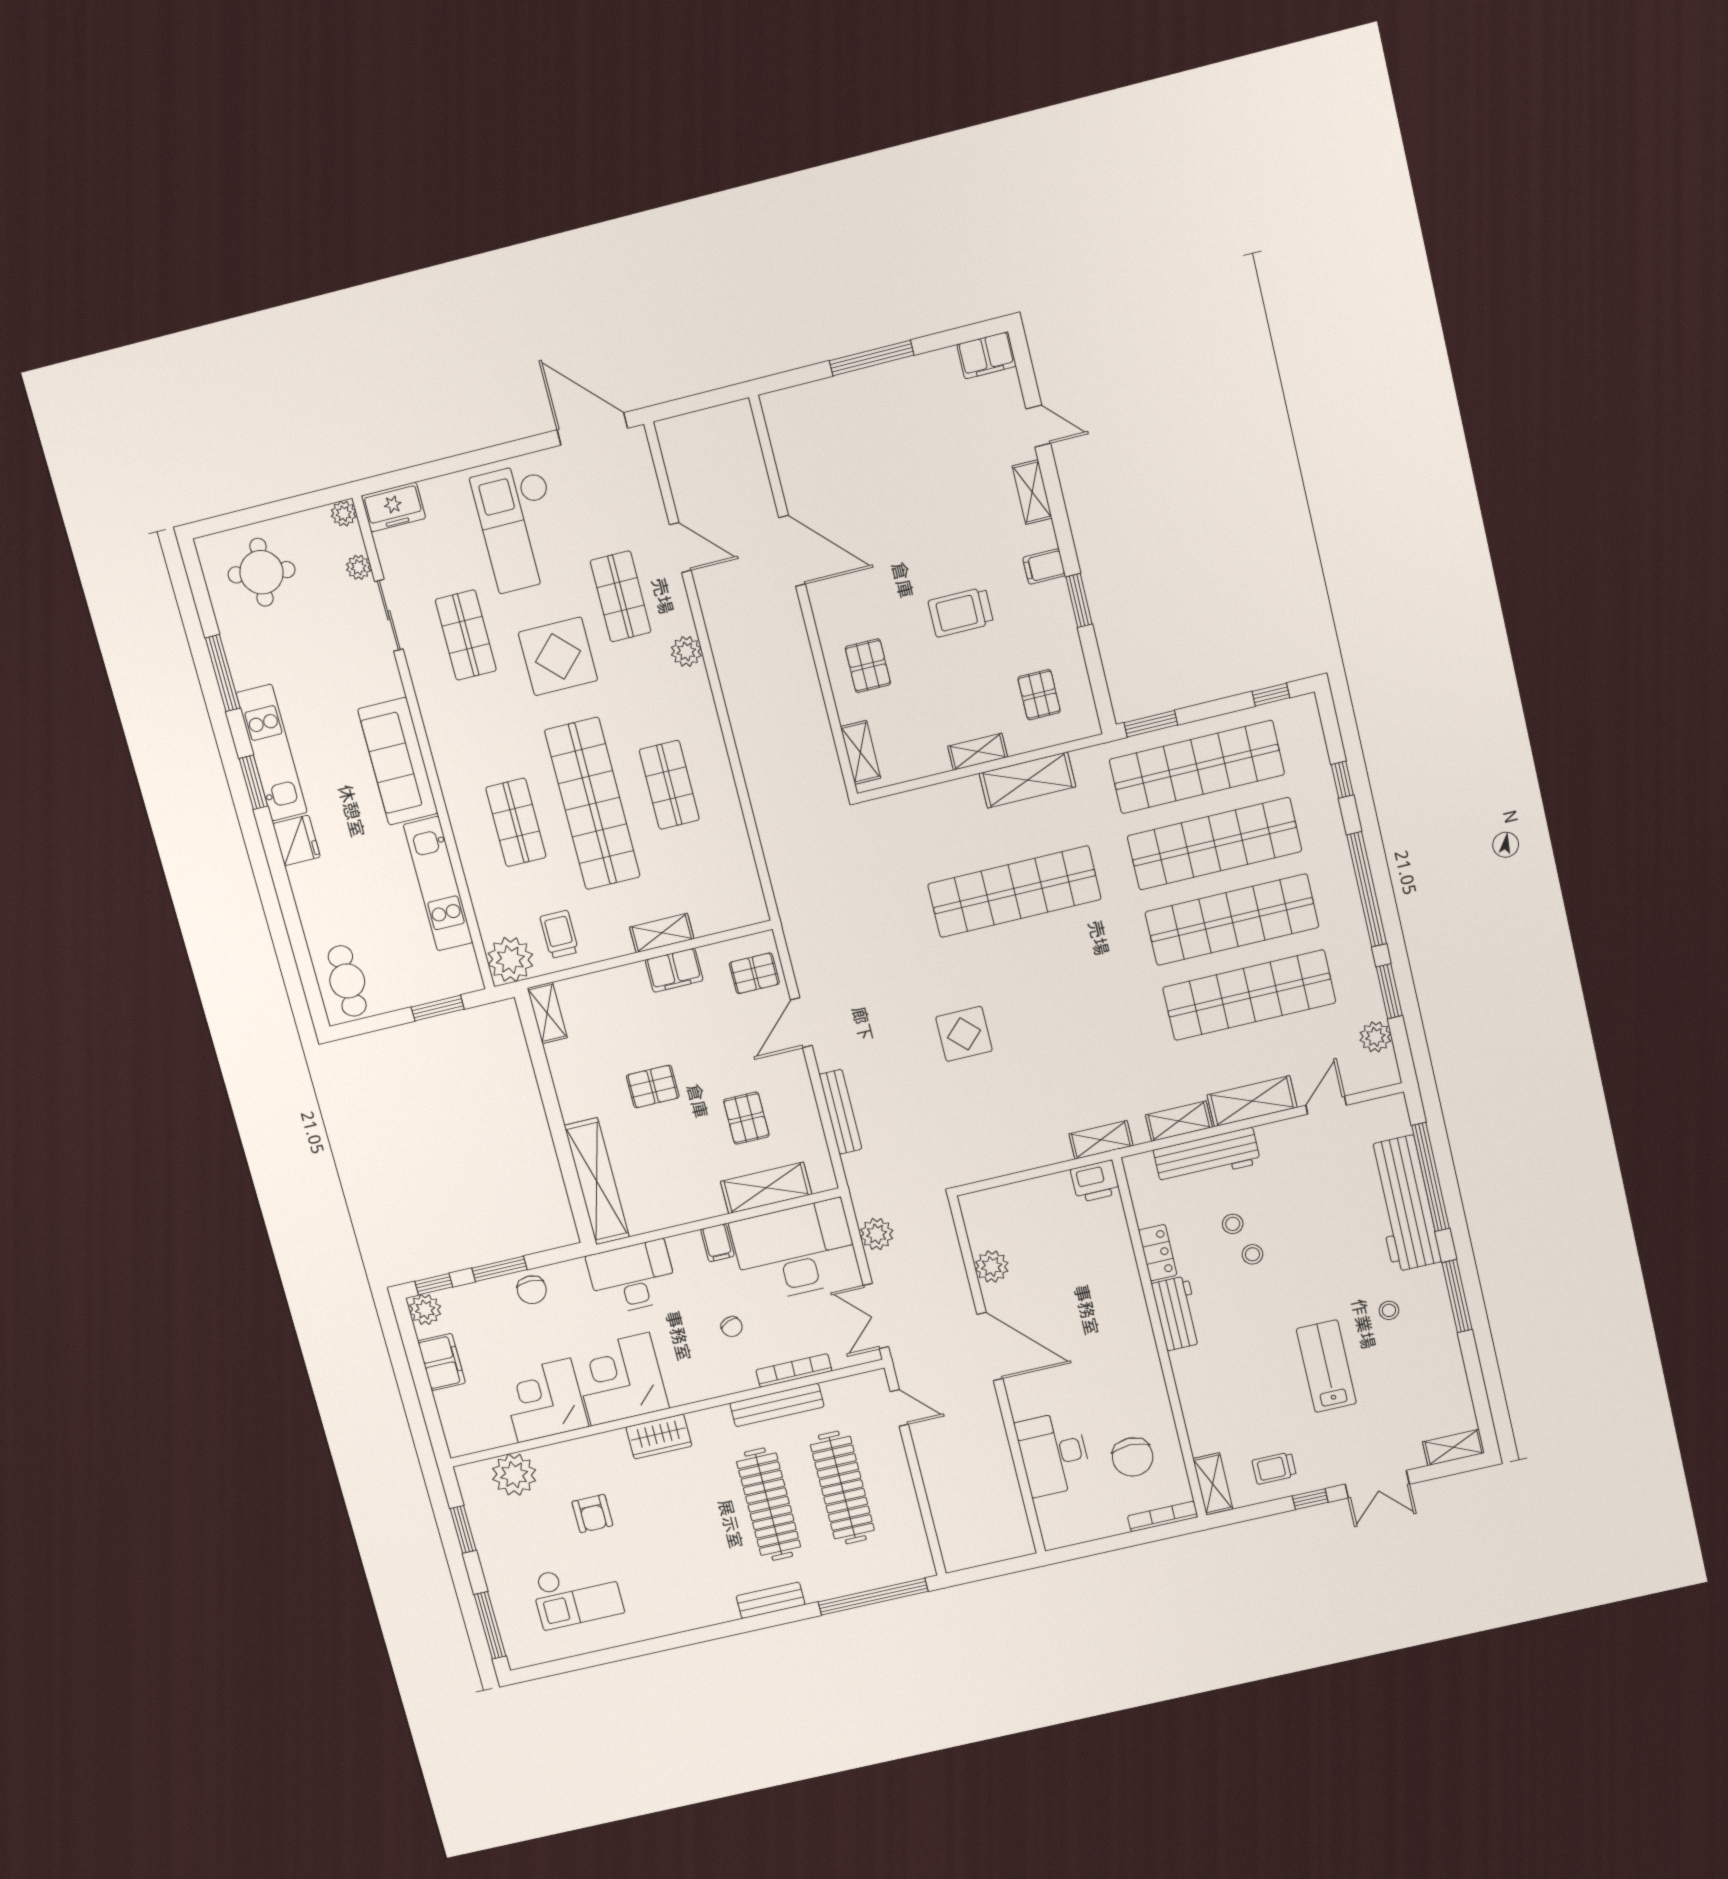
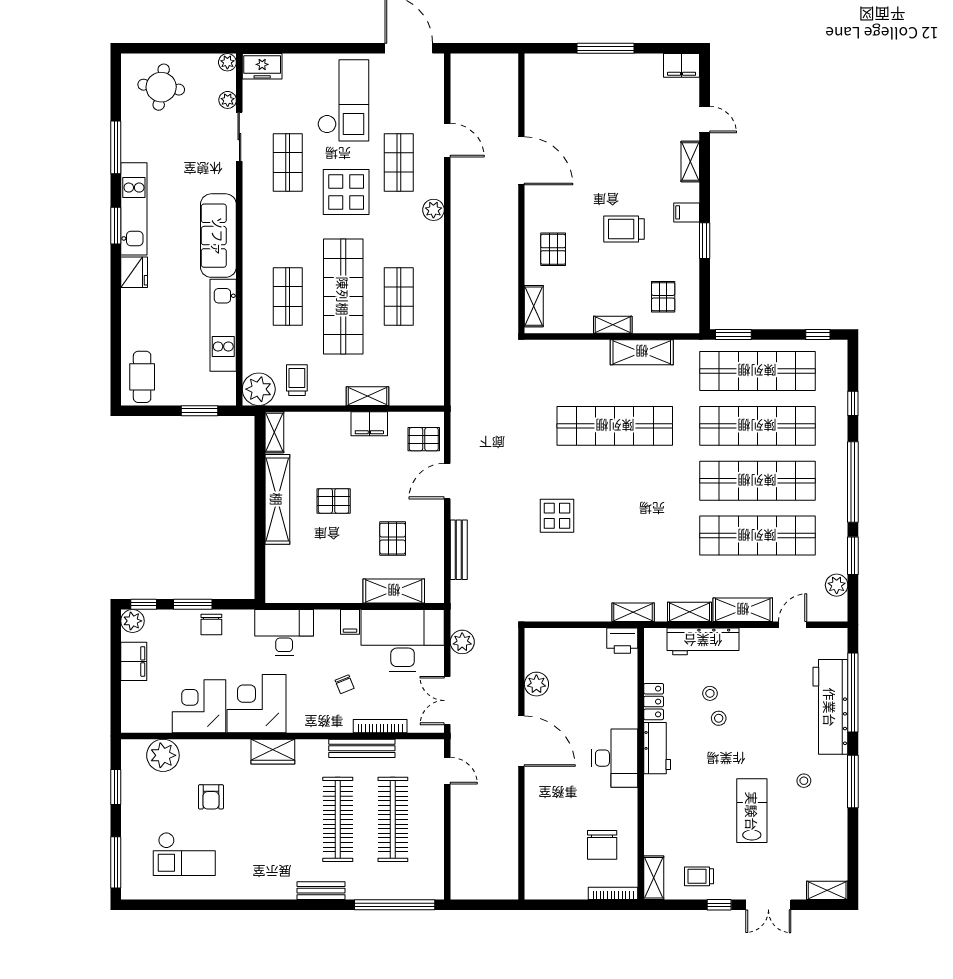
checkout: (520, 527) -> (343, 100), turned 180
shelving: (597, 1181) -> (277, 499), moved
desk: (1054, 1454) -> (615, 758), moved, turned 180

